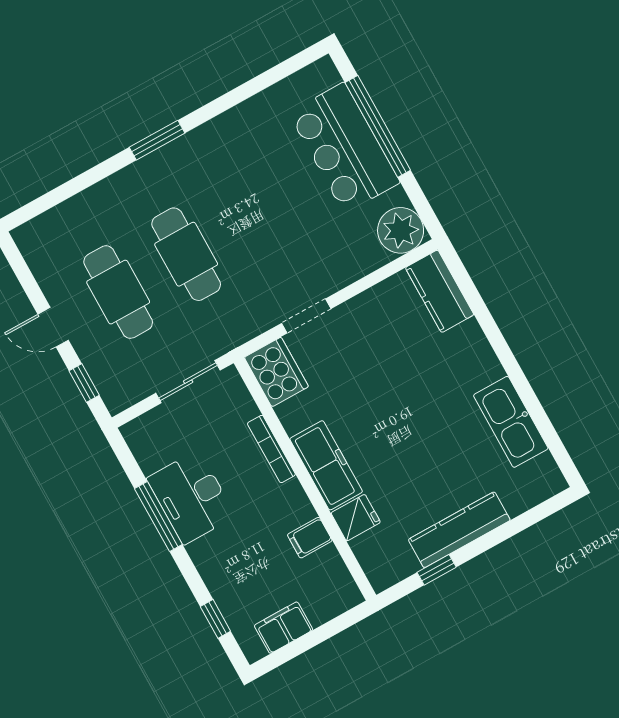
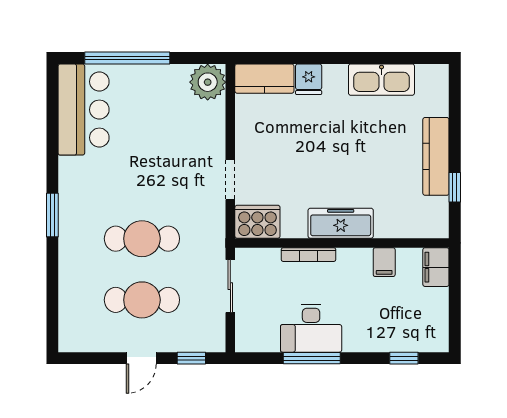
bar counter: (344, 148) -> (84, 110), moved, turned -90
fridge: (356, 518) -> (309, 79), moved, turned 180
filing cabinet: (284, 628) -> (436, 267), moved

